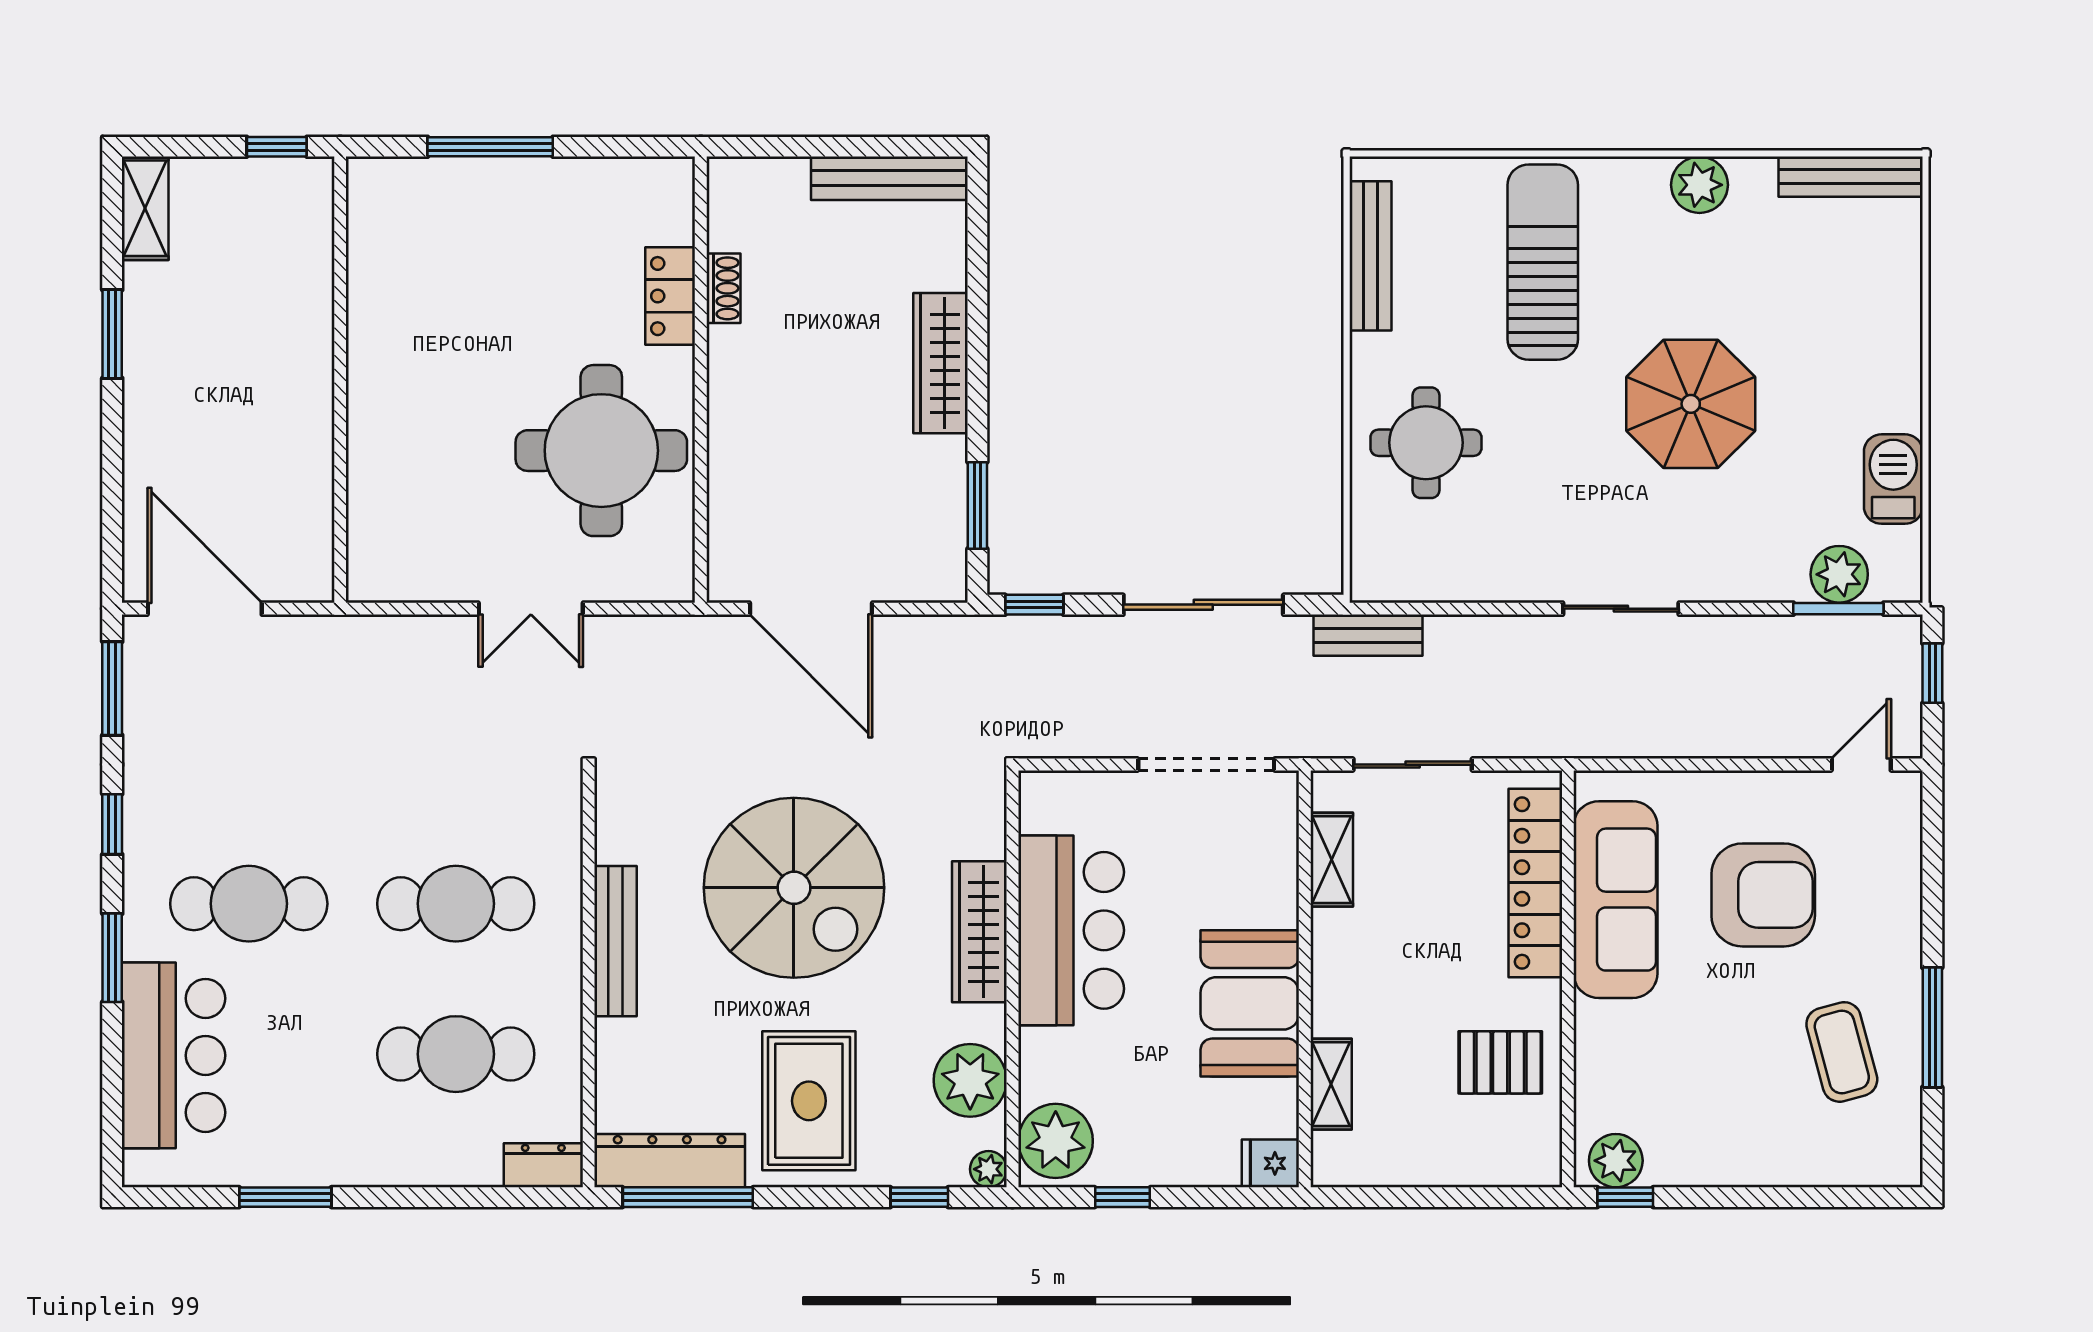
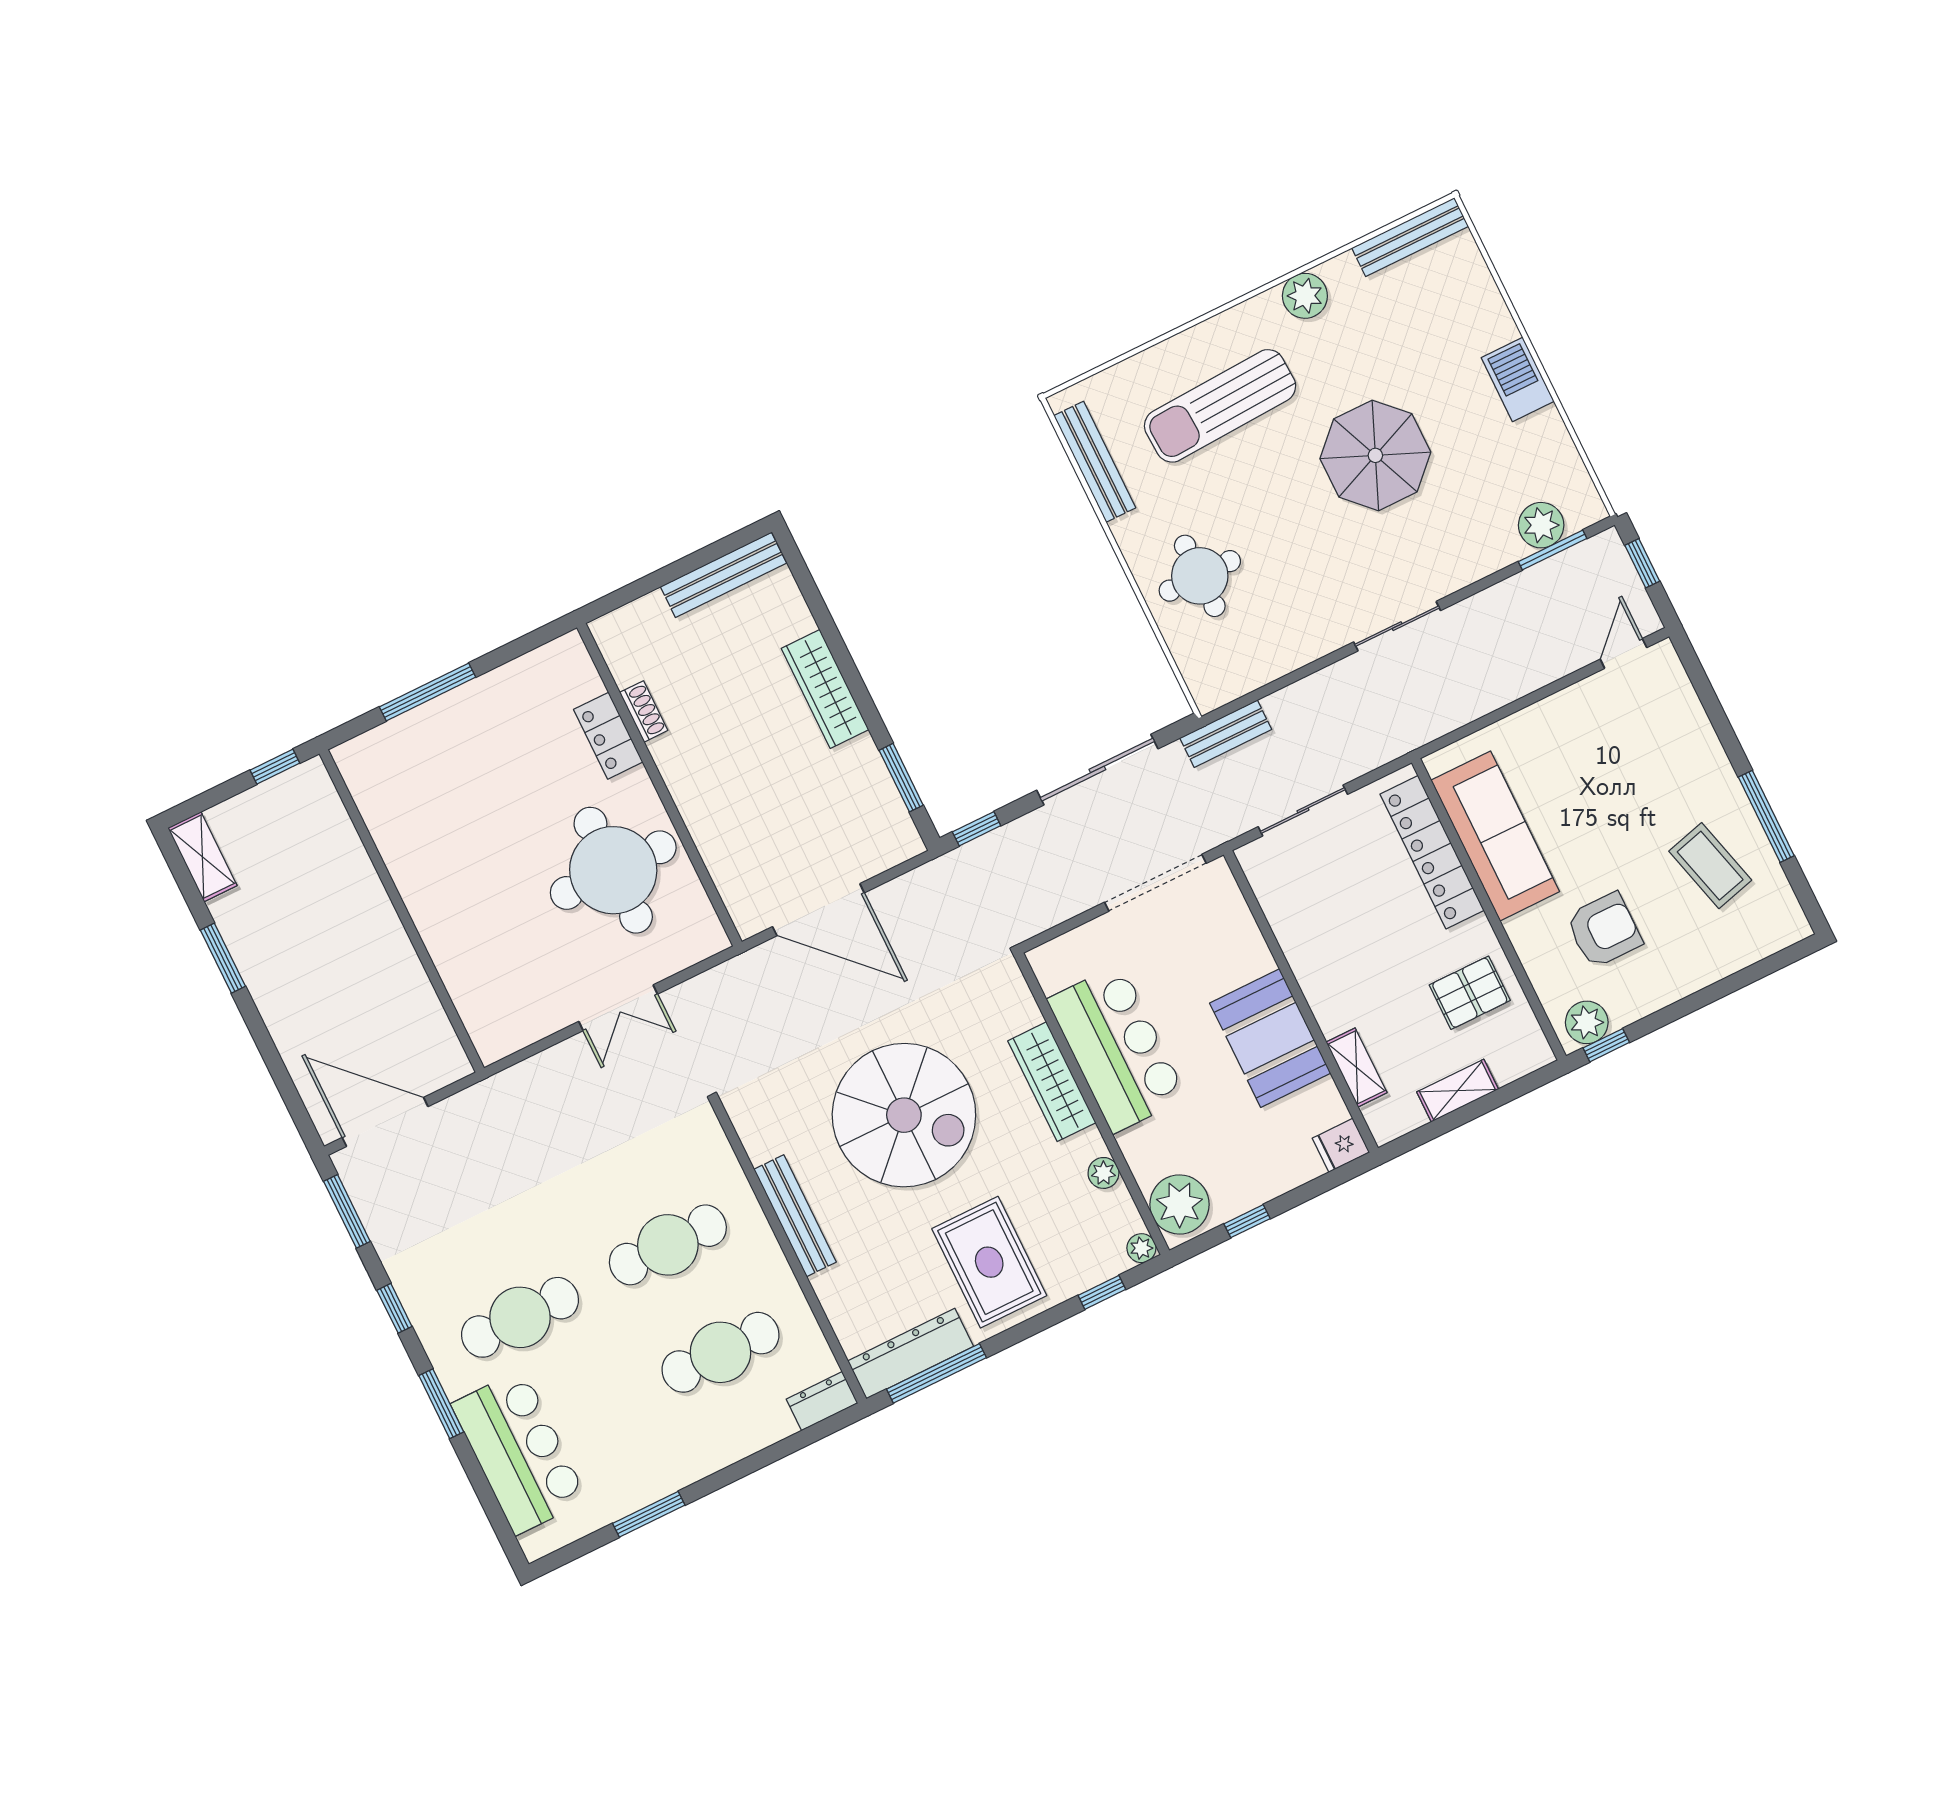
sun lounger: (1543, 262) -> (1220, 406), turned -93
barbecue: (1893, 479) -> (1518, 379), moved
shelving: (1332, 860) -> (1458, 1091), moved, turned 90
armchair: (1763, 895) -> (1604, 930), moved, width x0.73, depth x0.73
plant: (970, 1080) -> (1104, 1173), width x0.53, depth x0.53

